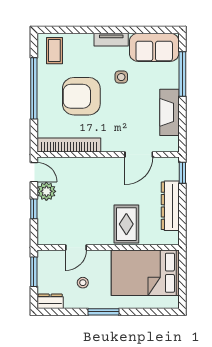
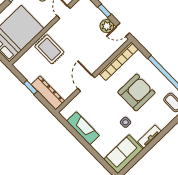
window: (182, 74) -> (96, 154), removed
door: (139, 155) -> (86, 83), moved
window: (182, 173) -> (30, 87), moved
dresser: (170, 206) -> (48, 93), moved

